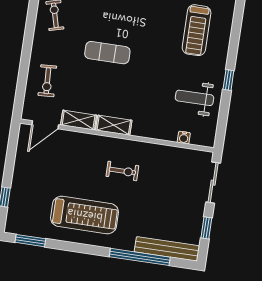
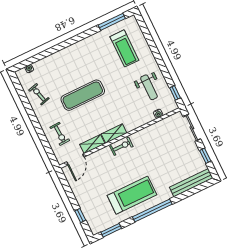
exercise mat: (107, 53) -> (83, 95), width x1.36, depth x1.45
window: (228, 80) -> (175, 93), moved
weight bench: (194, 98) -> (149, 87), turned -90
exercise bike: (122, 171) -> (121, 146), moved
window: (140, 257) -> (152, 210), moved

